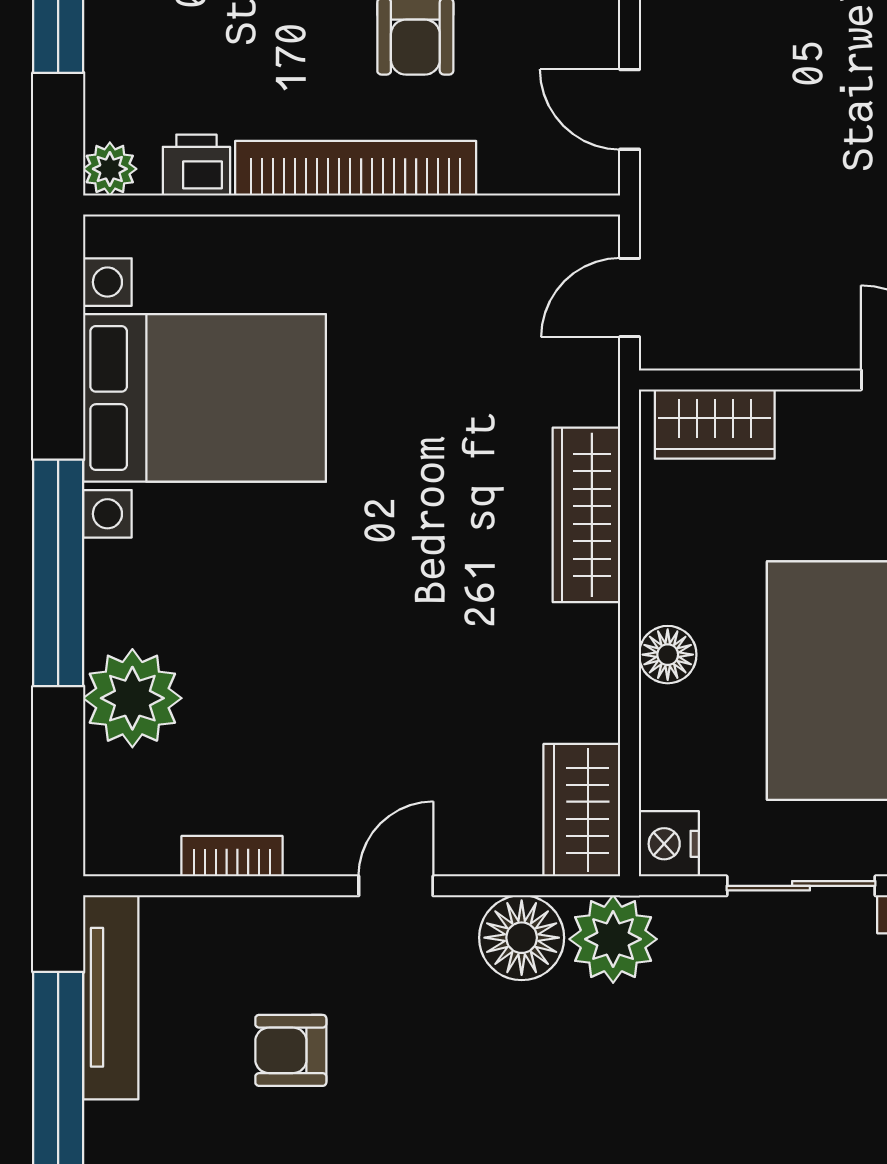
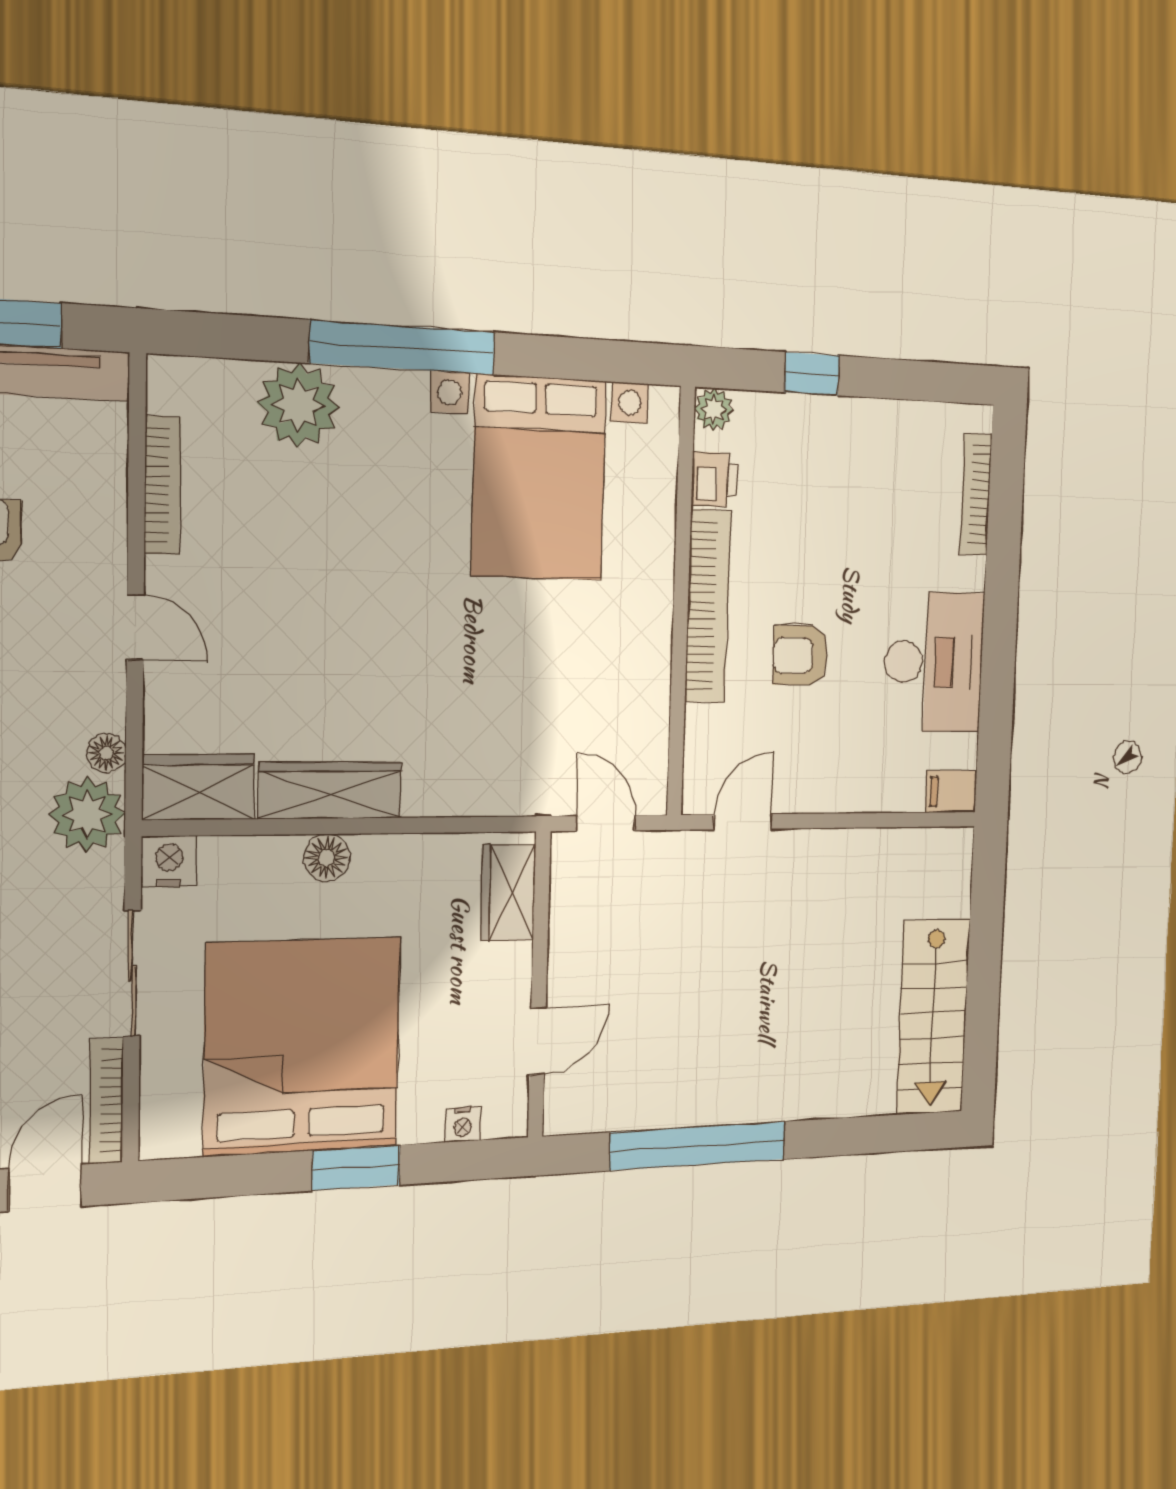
wardrobe: (586, 515) -> (330, 790), moved
bookcase: (232, 856) -> (162, 485), width x1.56
floor lamp: (522, 938) -> (106, 753), width x0.53, depth x0.53

